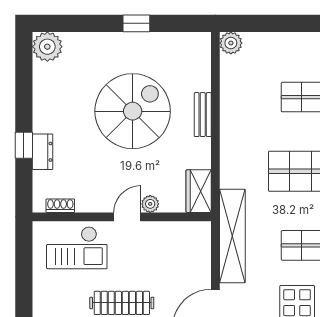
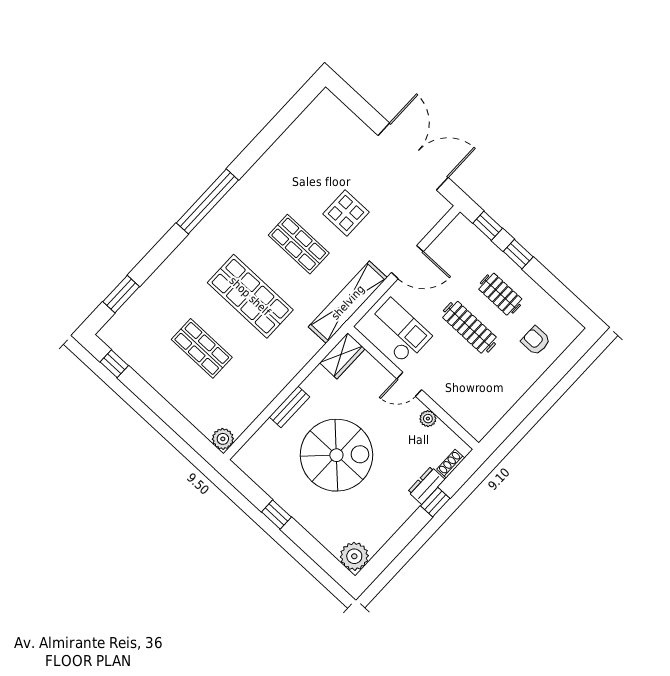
spiral stairs: (133, 111) -> (336, 455), turned 180
plant: (150, 204) -> (428, 419), moved
shoe rack: (60, 206) -> (451, 464), moved, turned 90
checkout: (77, 248) -> (398, 331), moved

